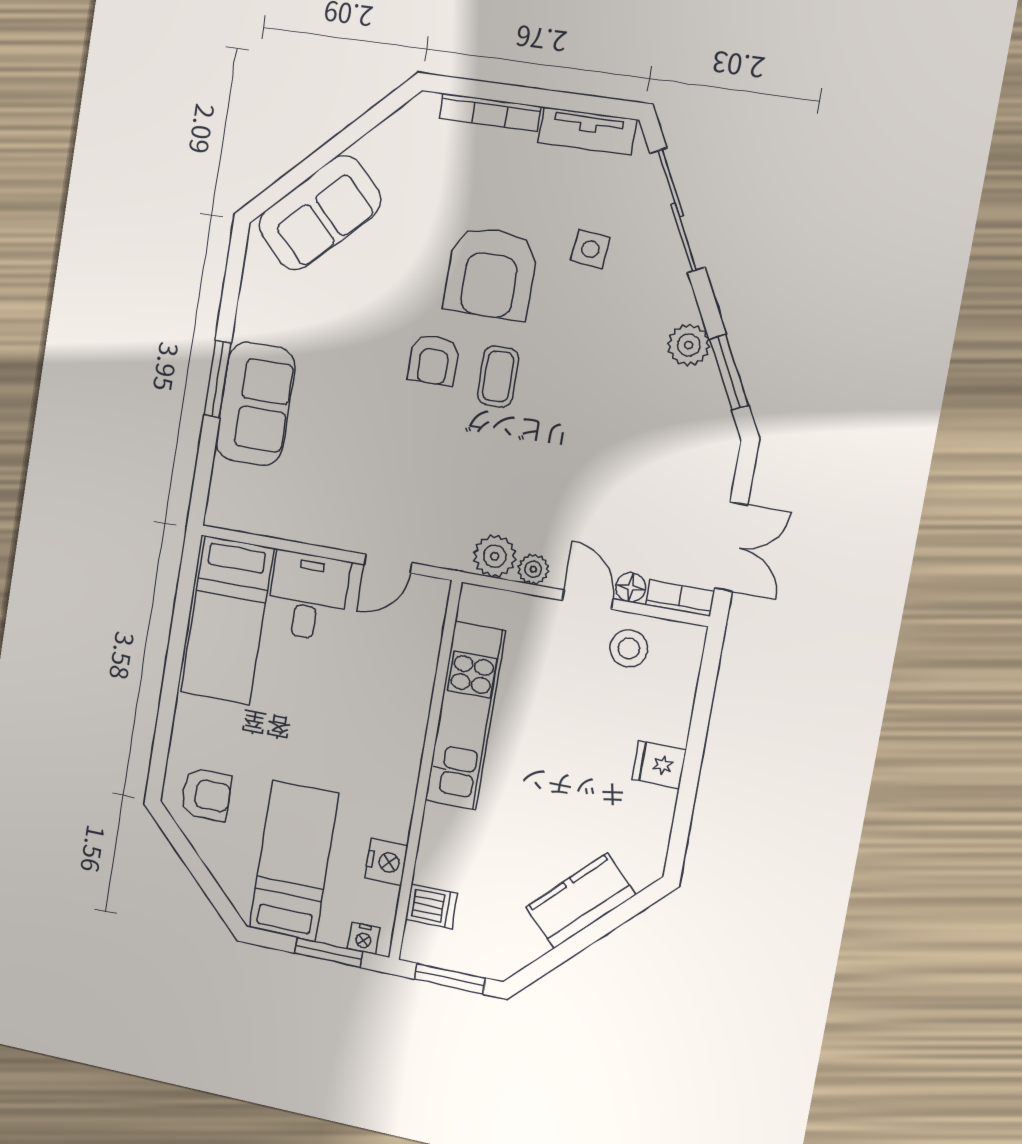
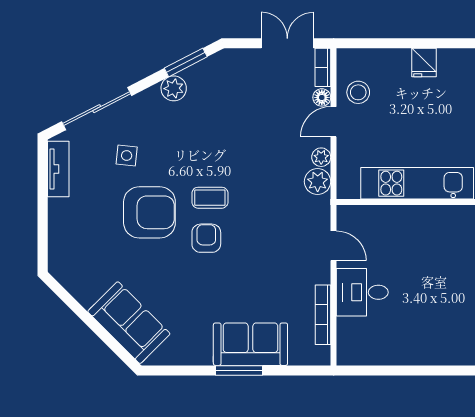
bookcase: (490, 112) -> (323, 315), moved, turned 180
armchair: (434, 360) -> (206, 238), turned -90
bed: (227, 620) -> (386, 341), removed

